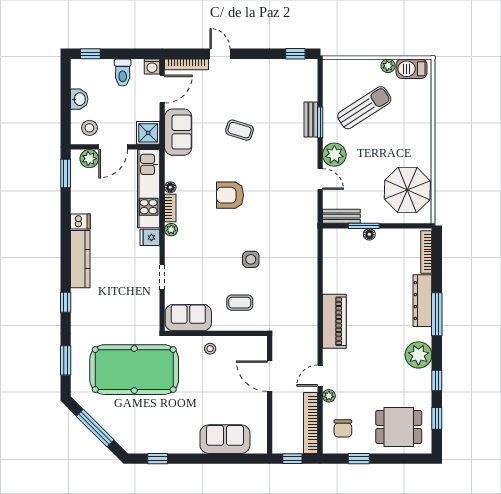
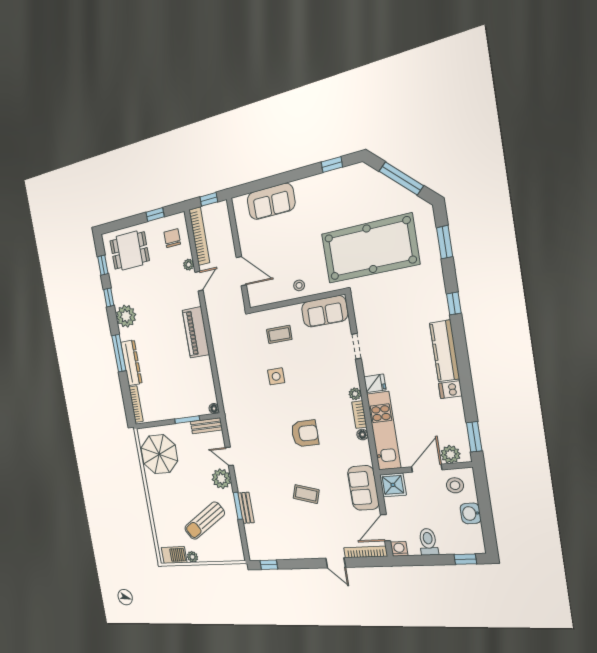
floor lamp: (369, 234) -> (214, 409), moved

